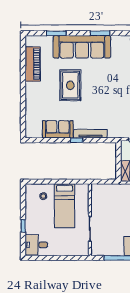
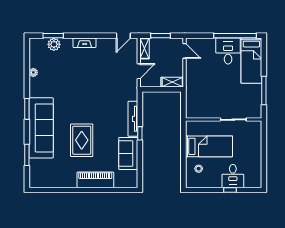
piano: (33, 64) -> (95, 180), moved
rug: (70, 85) -> (82, 140), turned 90
desk: (36, 245) -> (233, 176), moved

